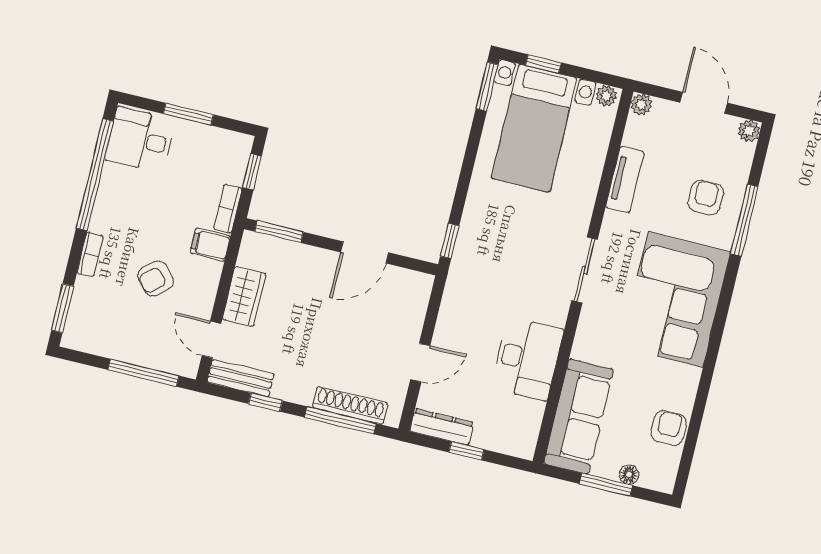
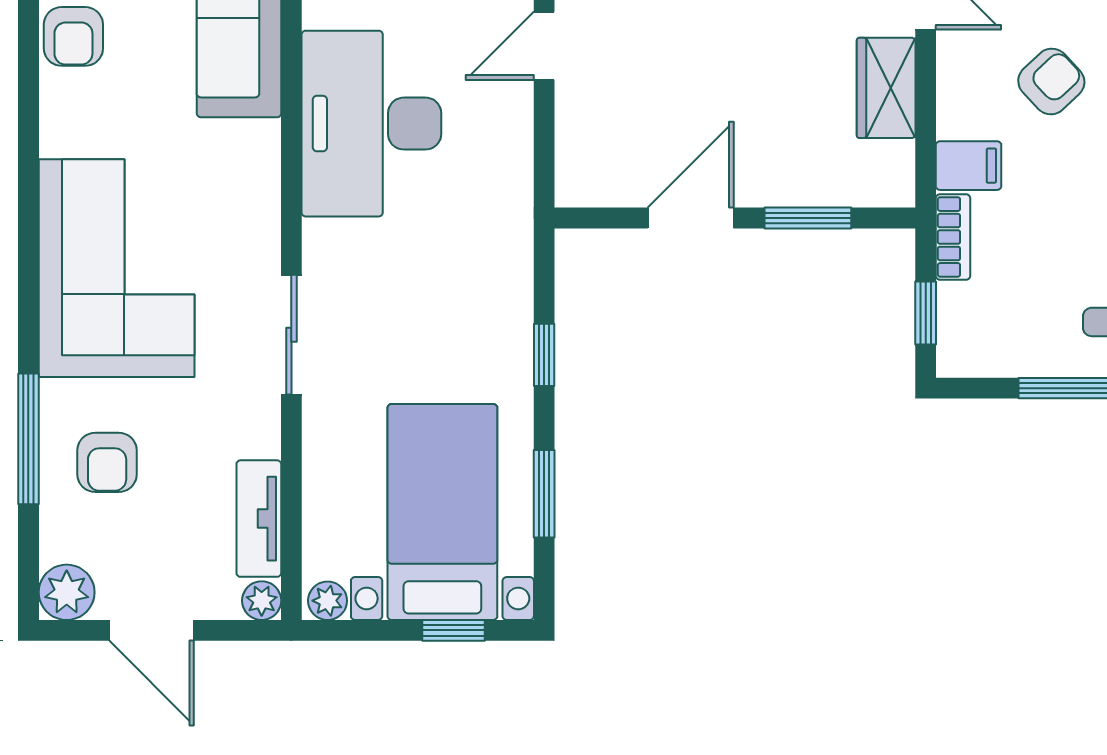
window: (487, 87) -> (544, 494), moved
plant: (749, 131) -> (67, 592), width x1.38, depth x1.38
tv unit: (625, 179) -> (259, 519), moved
window: (279, 232) -> (808, 218), moved
window: (450, 241) -> (544, 355), moved
sliding door: (585, 270) -> (291, 335), moved
desk: (527, 359) -> (371, 124), width x1.36, depth x1.30

